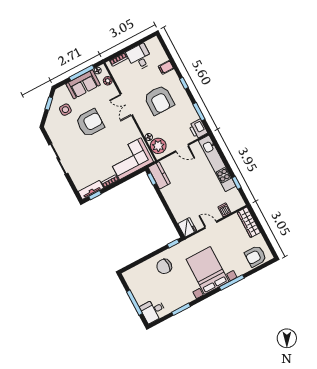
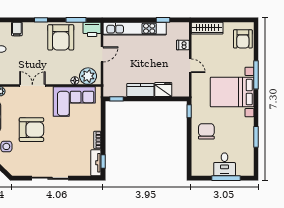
armchair: (159, 100) -> (61, 37), moved, turned 90
double door: (126, 105) -> (32, 86), swing flipped
armchair: (90, 123) -> (31, 130), turned 90
corner sofa: (130, 159) -> (74, 102), moved, turned -90
kitchen counter: (159, 175) -> (140, 90), moved
door: (211, 225) -> (190, 66), swing flipped
fridge: (187, 227) -> (163, 89), moved
chair: (164, 266) -> (206, 131), turned 180
desk: (153, 311) -> (225, 164), moved

